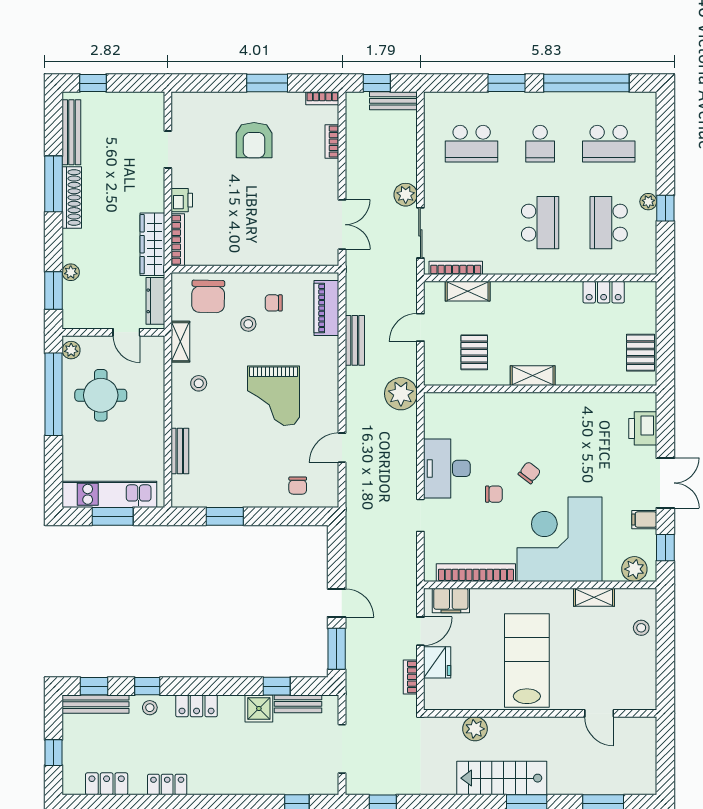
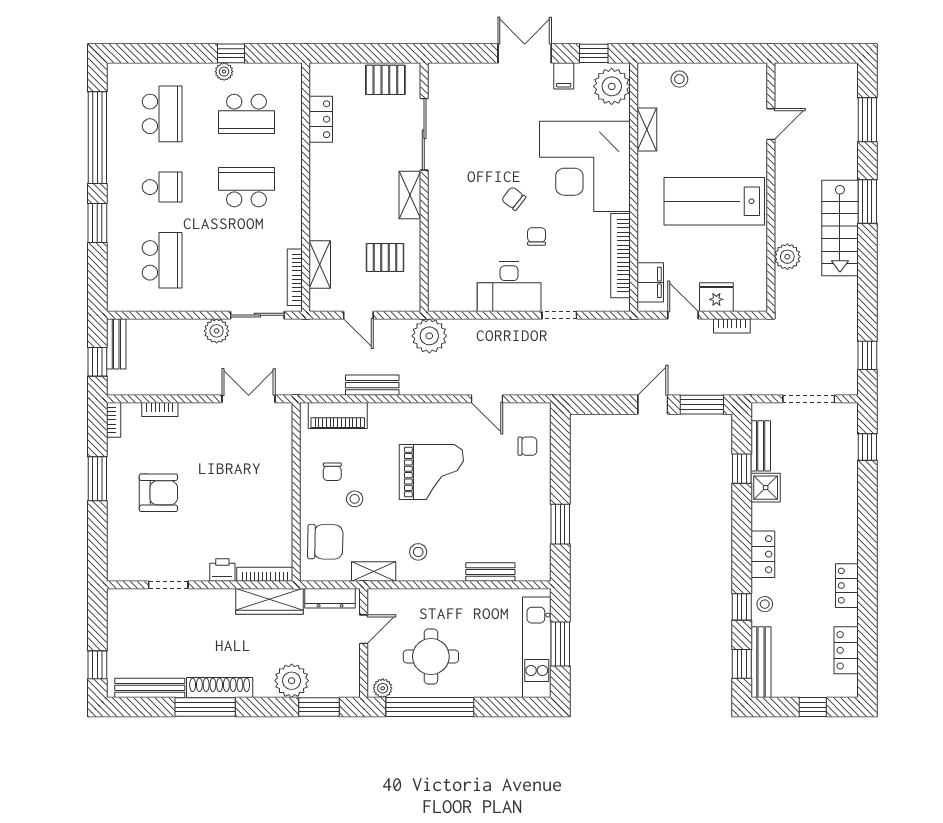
plant: (71, 272) -> (292, 681), width x1.88, depth x1.88
sliding door: (590, 389) -> (424, 134), added
printer: (643, 428) -> (466, 77), removed
plant: (634, 569) -> (612, 86), width x1.36, depth x1.36

